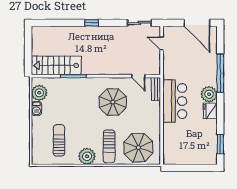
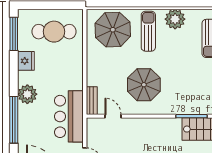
bar counter: (175, 101) -> (69, 116), moved
fridge: (210, 111) -> (26, 61), moved
window: (220, 144) -> (14, 34), width x1.44
cafe table: (187, 146) -> (54, 32), added

